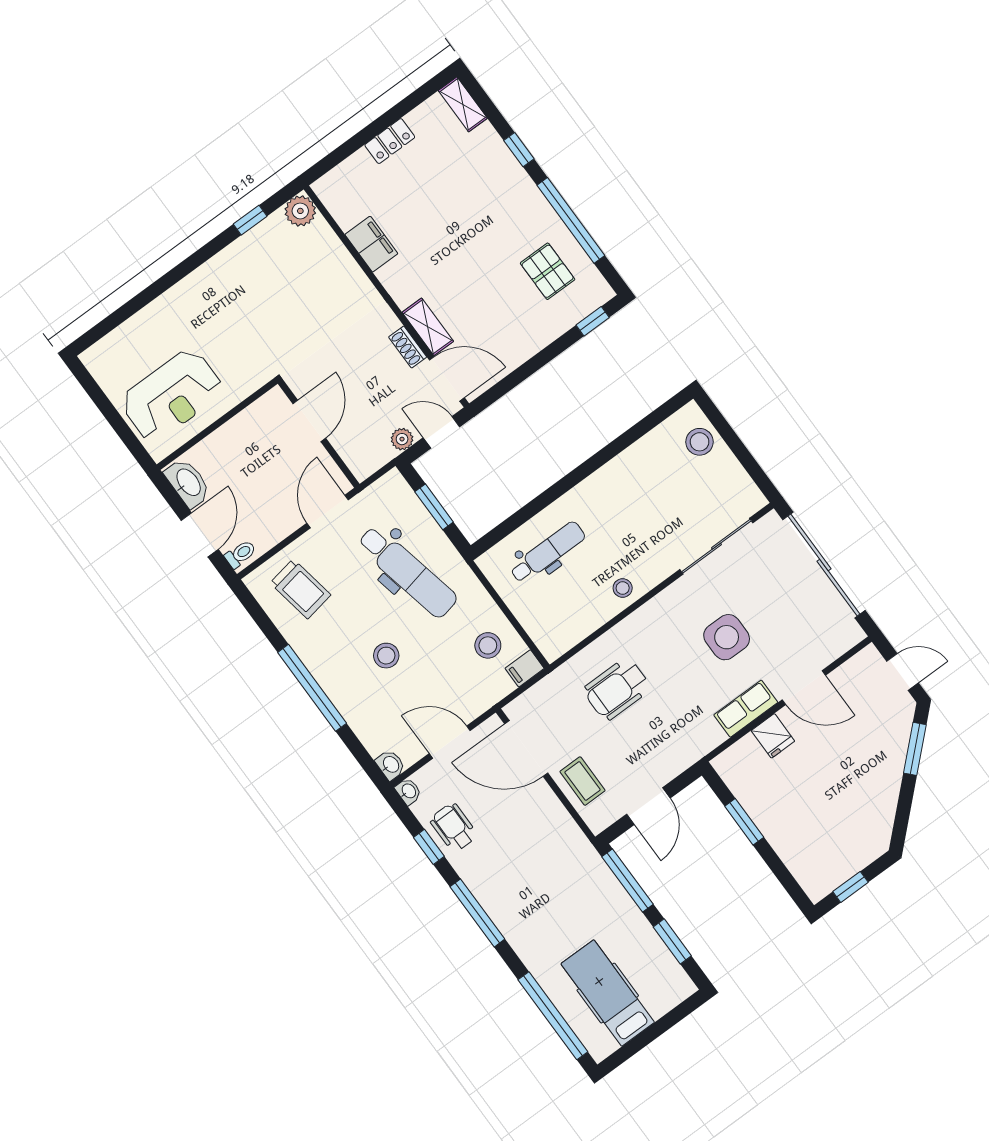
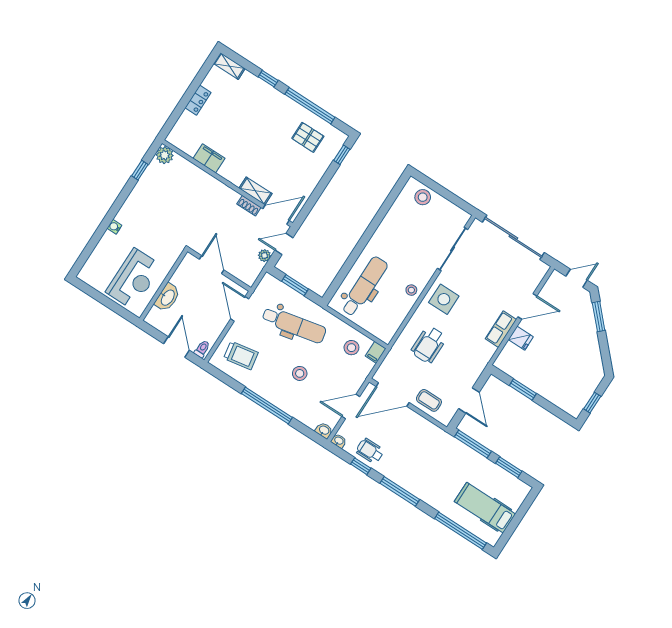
water cooler: (173, 298) -> (114, 227), added
washbasin: (188, 483) -> (167, 297), moved, turned 90
dental chair: (548, 552) -> (364, 286), width x1.36, depth x1.38
side table: (727, 637) -> (444, 299), moved

